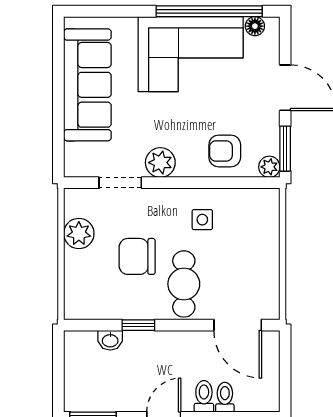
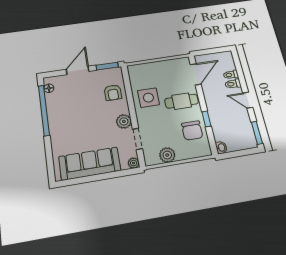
corner sofa: (191, 54) -> (67, 116), removed
plant: (269, 167) -> (133, 163), moved
side table: (202, 220) -> (148, 98), width x1.87, depth x1.87
chair: (137, 256) -> (192, 130), moved
washbasin: (110, 340) -> (221, 147), moved

